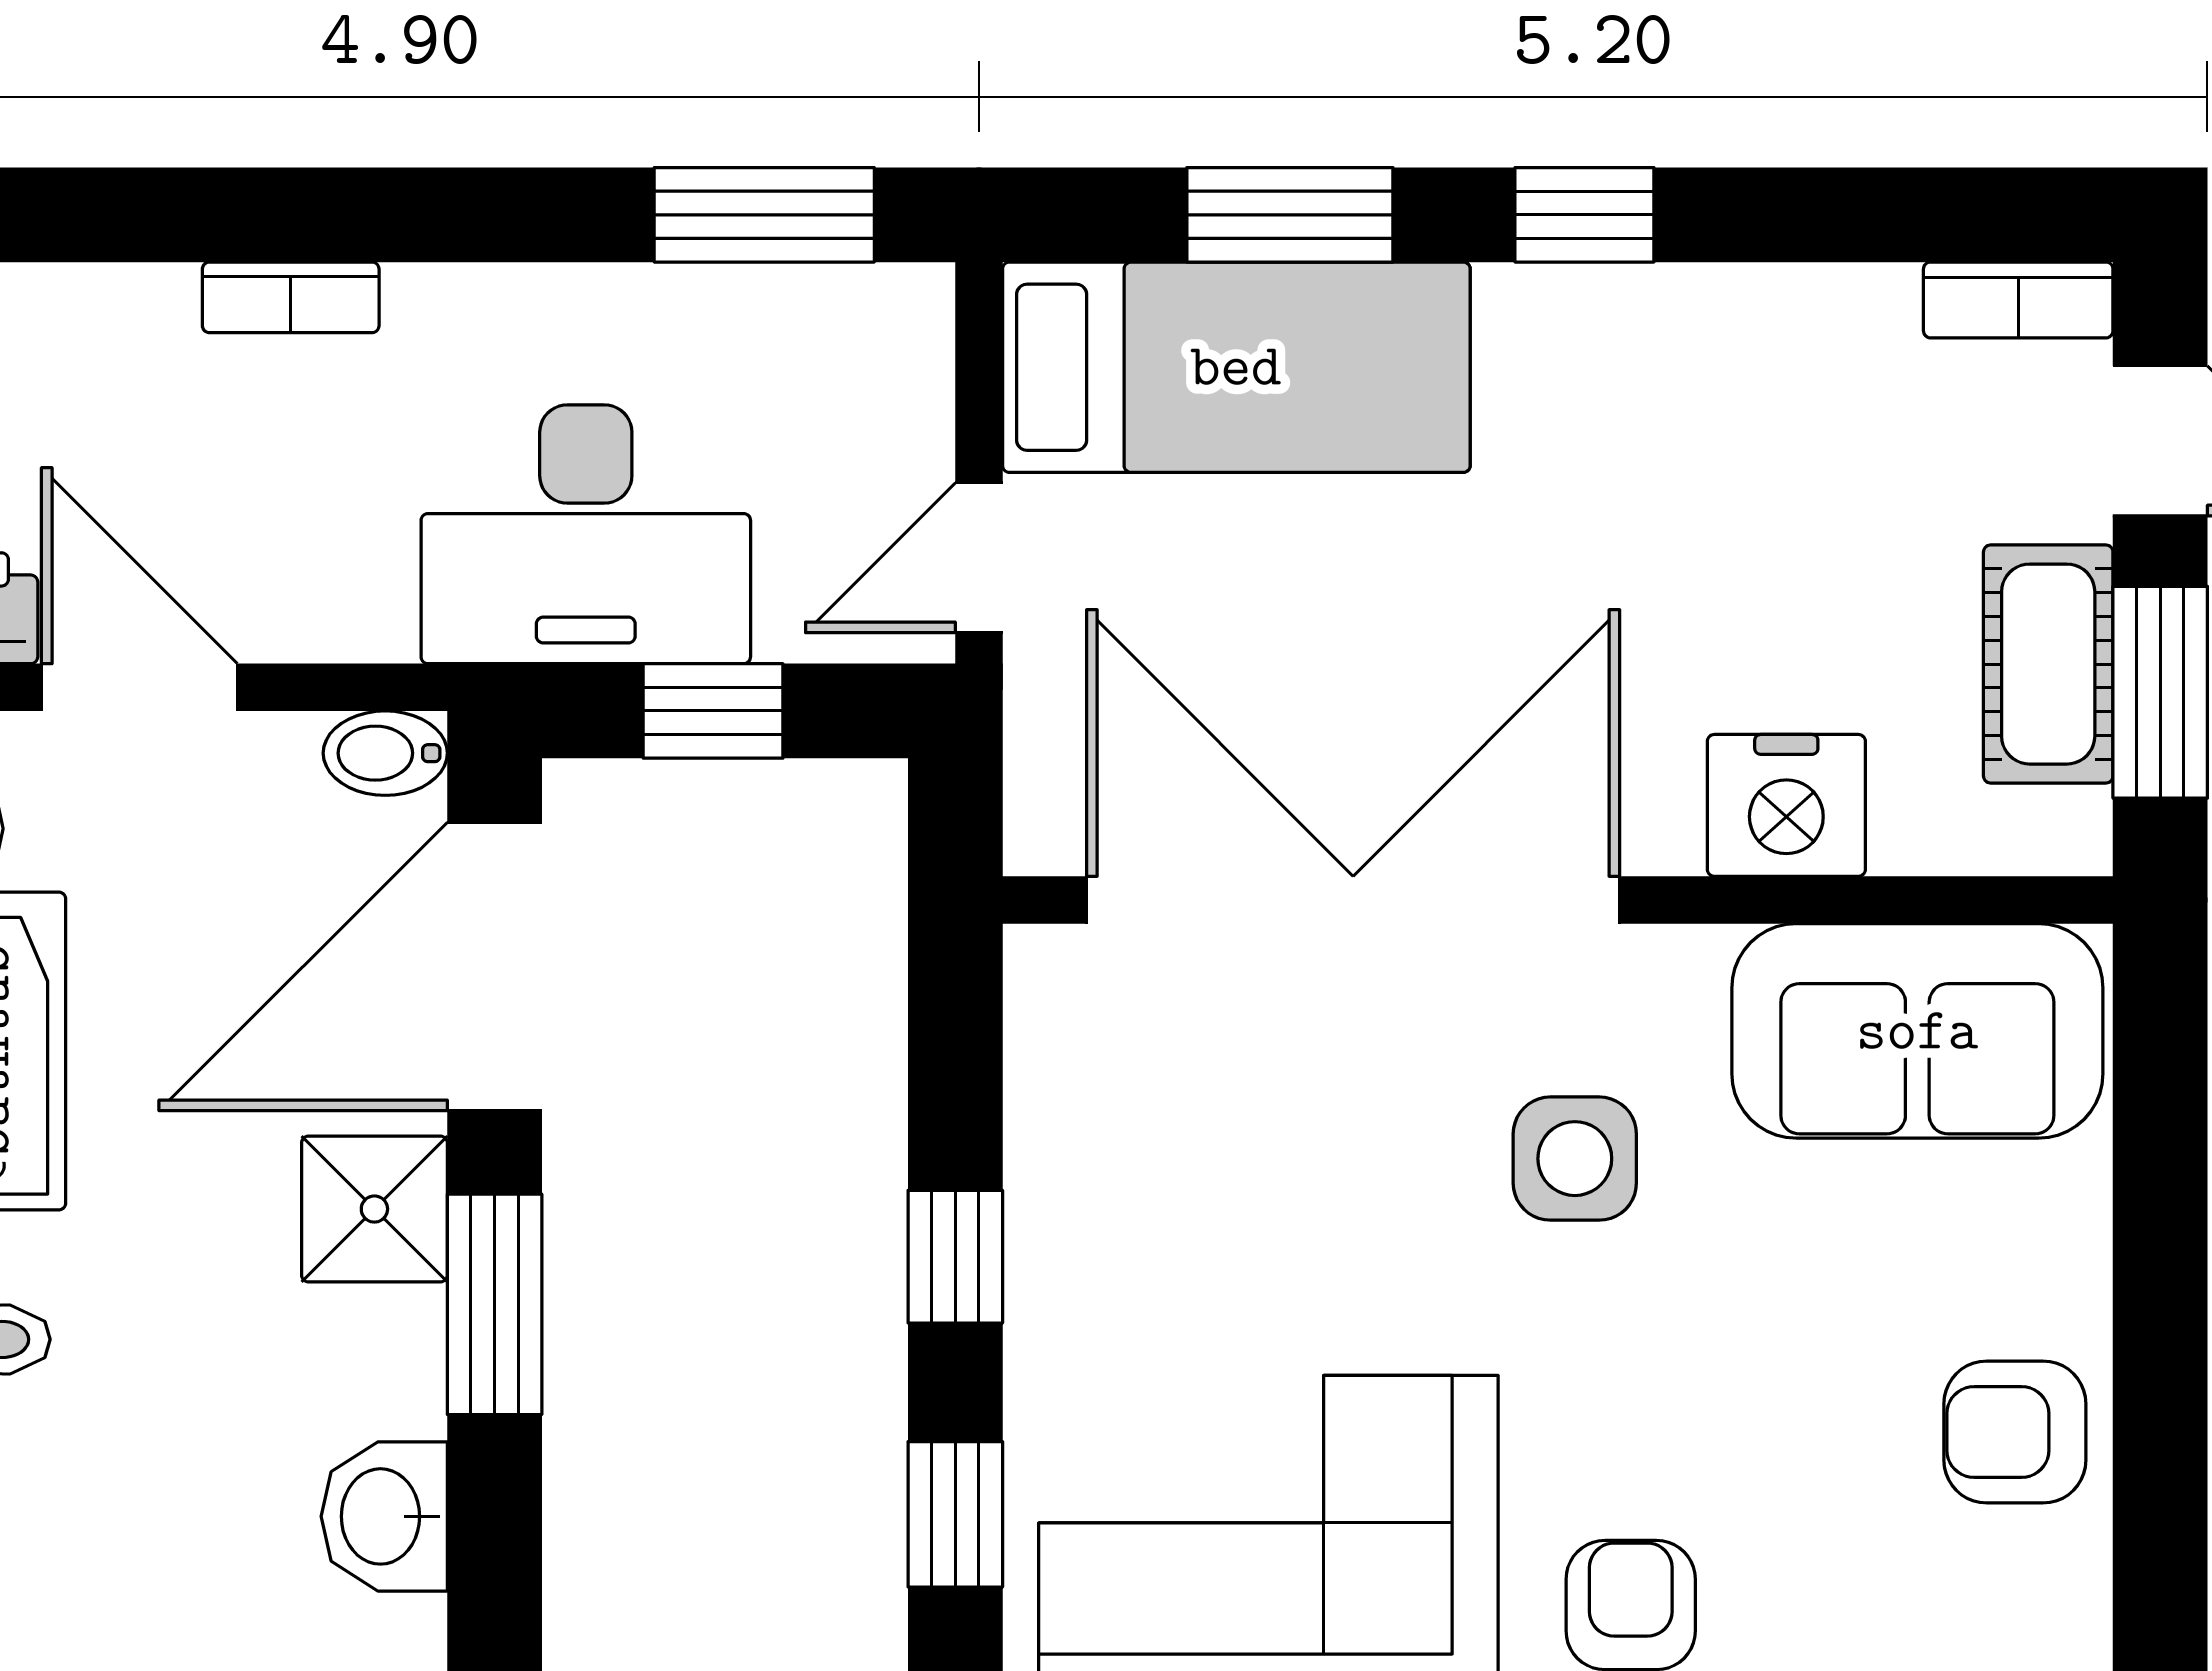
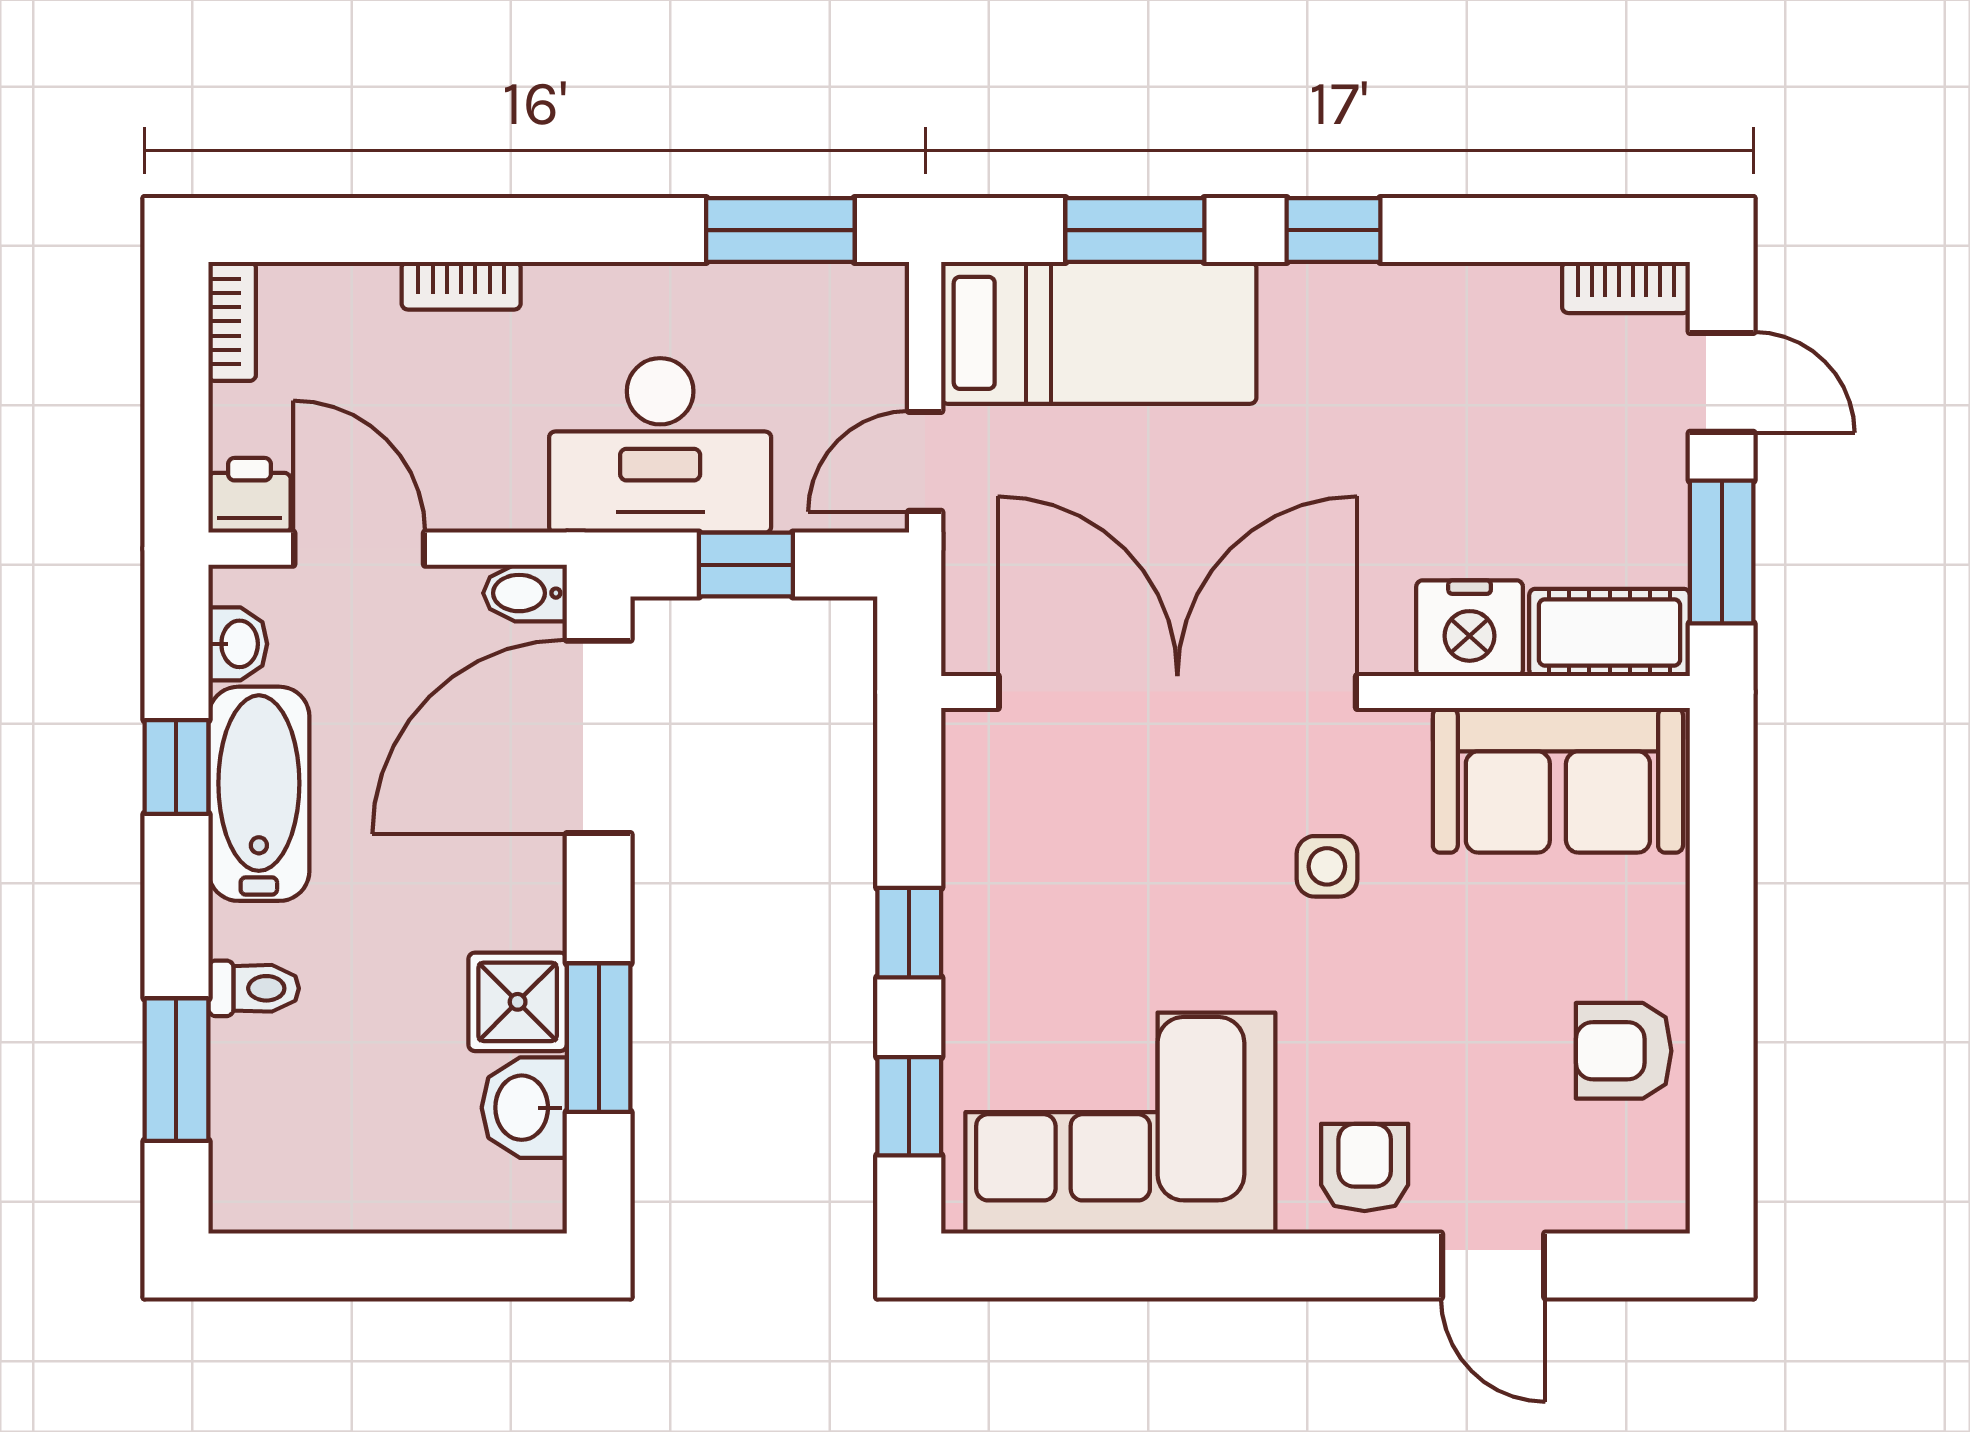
cot: (2048, 664) -> (1610, 632), moved, turned 90
side table: (1575, 1159) -> (1327, 866), width x0.73, depth x0.73
shower: (374, 1209) -> (518, 1002), moved
window: (495, 1304) -> (599, 1038), moved

